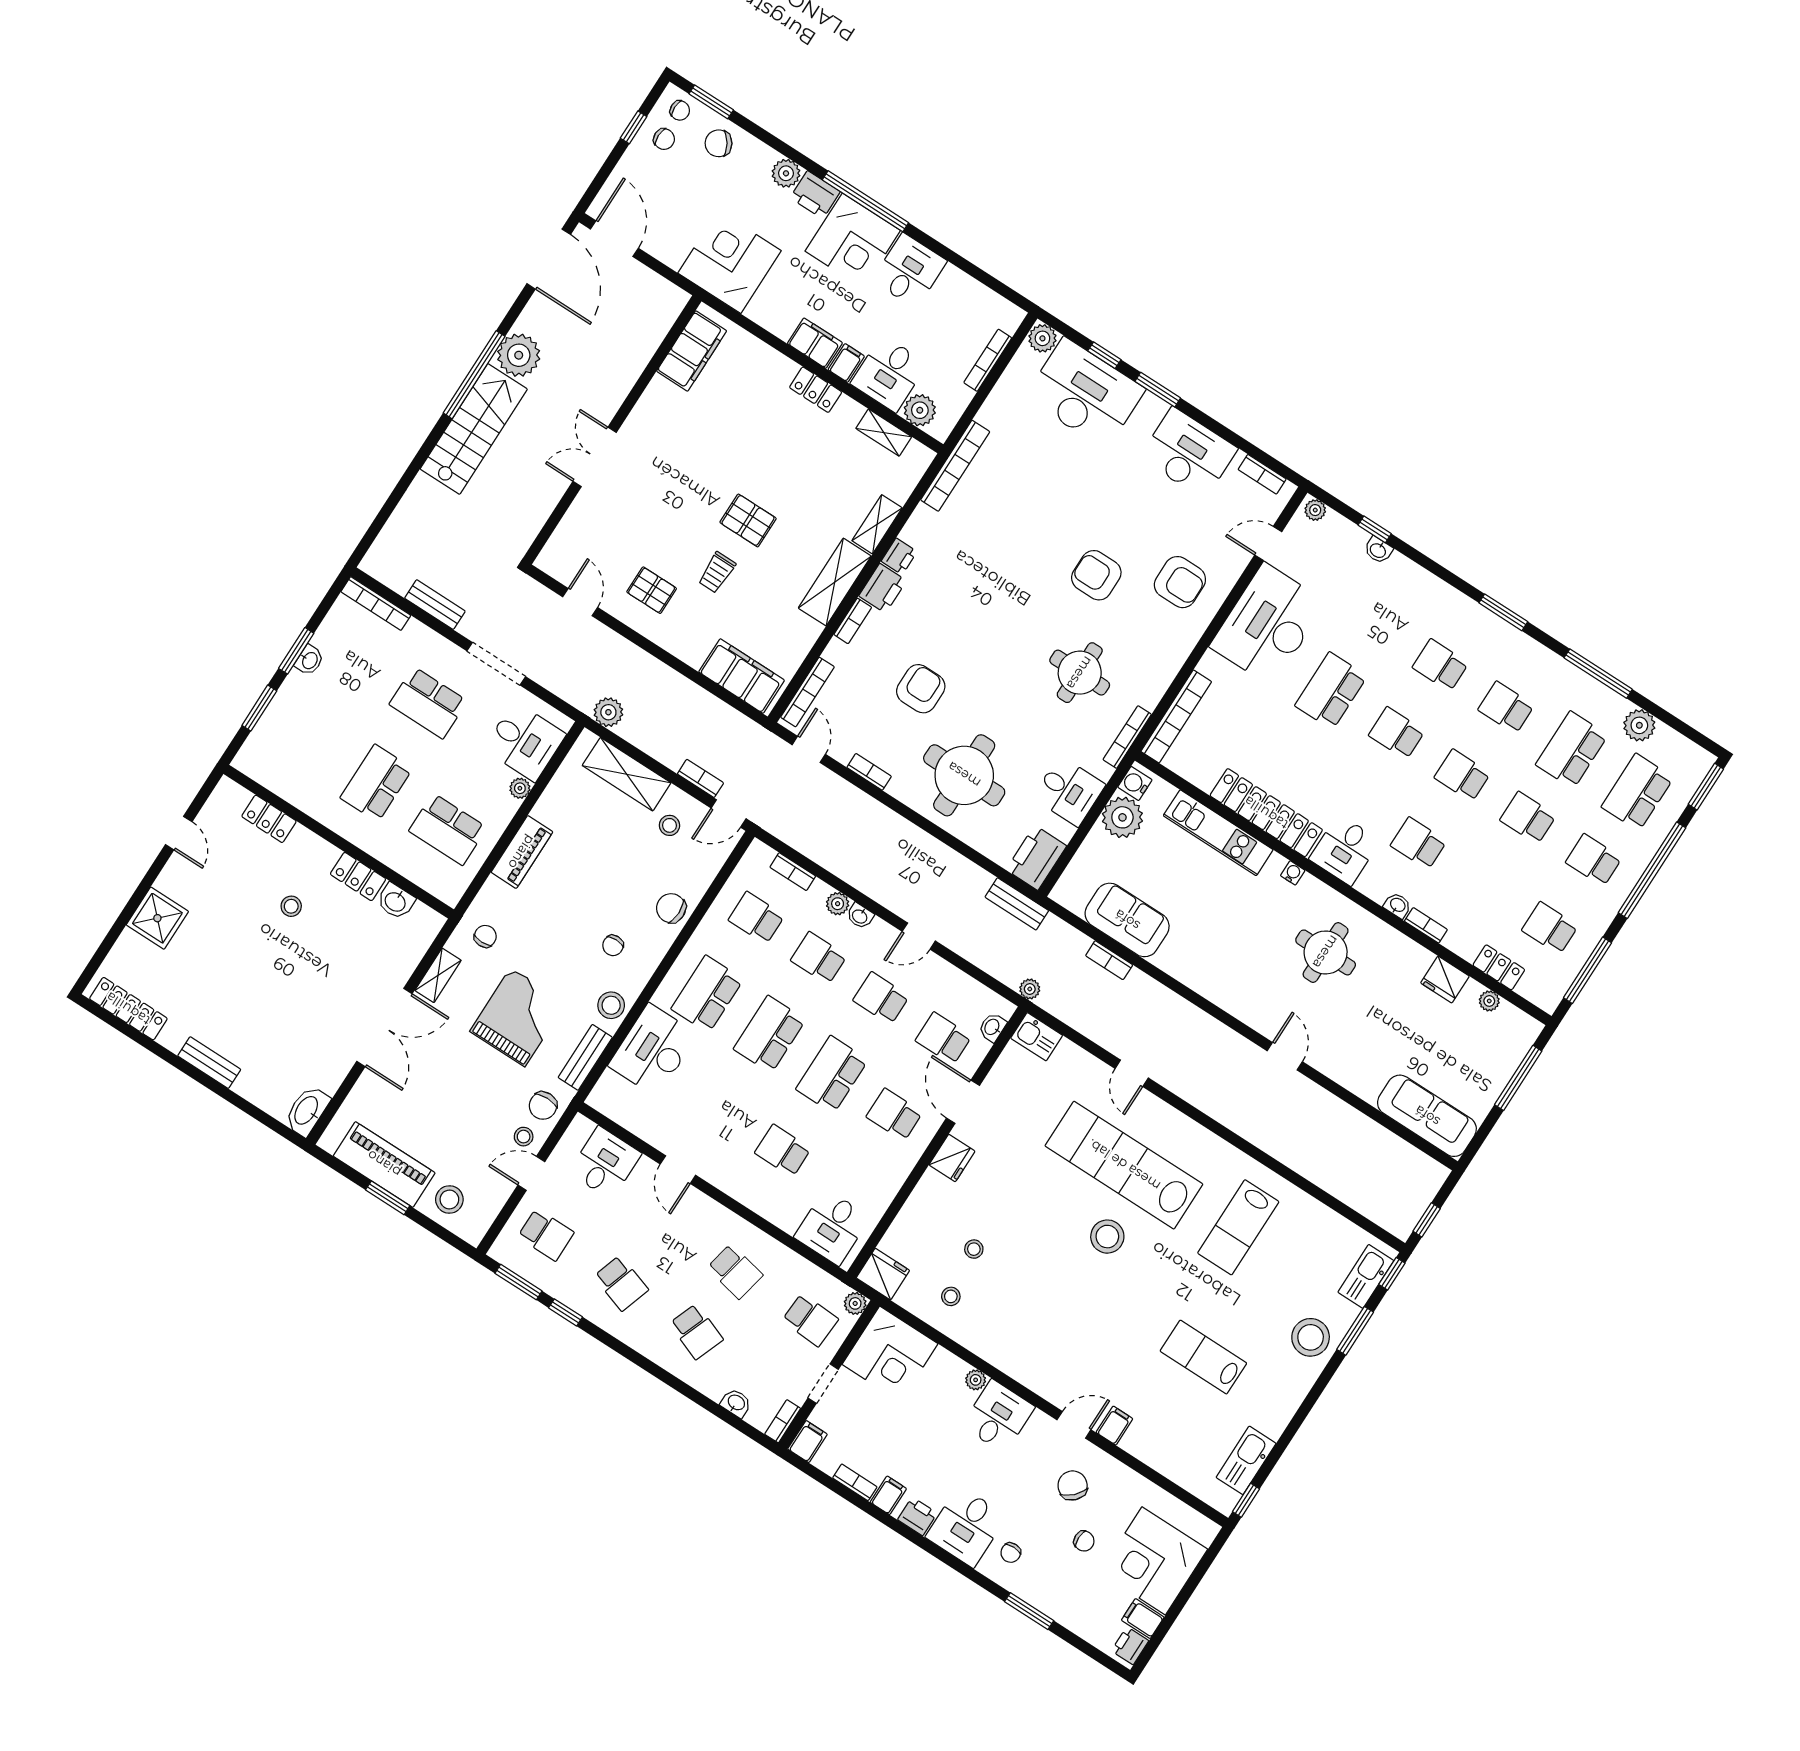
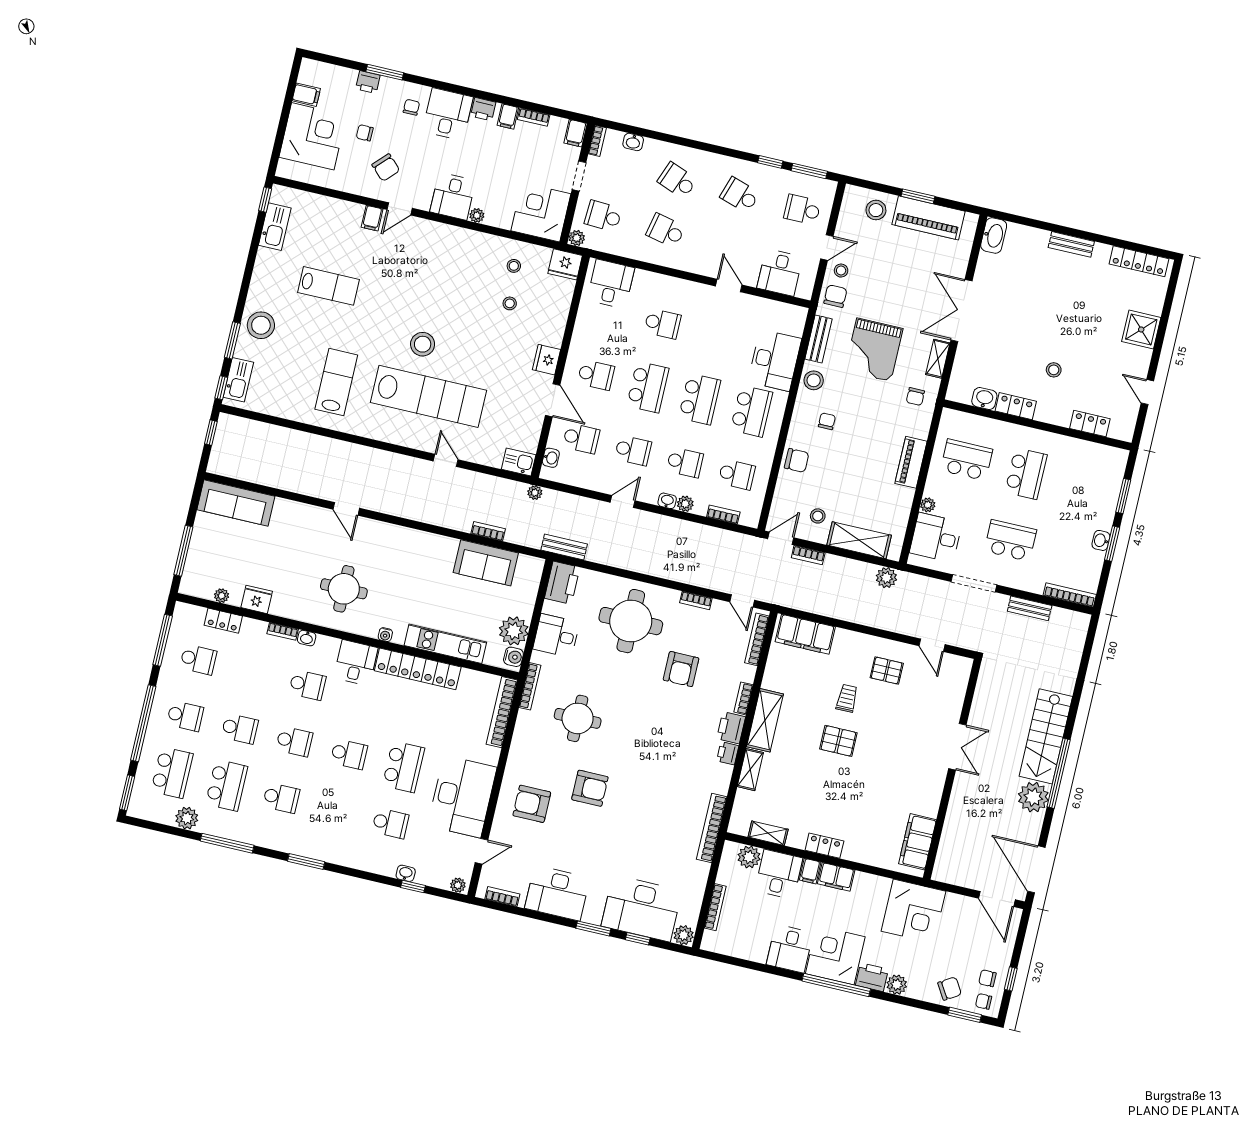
school desk: (1440, 665) -> (390, 823), moved
printer: (1130, 1646) -> (368, 82), moved, turned 90

